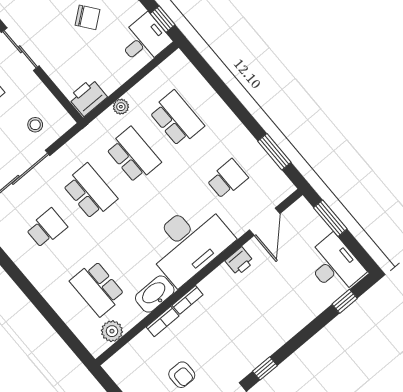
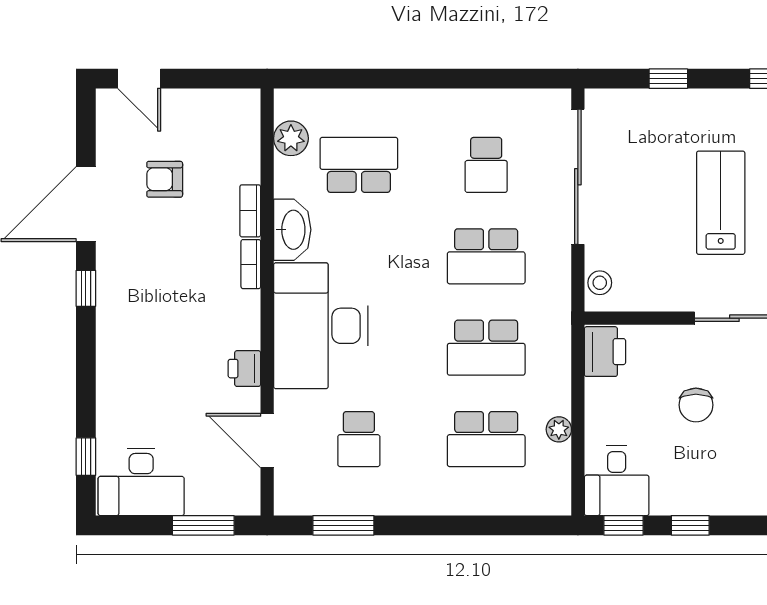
chair: (87, 17) -> (696, 405), moved, turned -52
plant: (121, 107) -> (559, 429), moved
stool: (35, 125) -> (600, 283), moved

